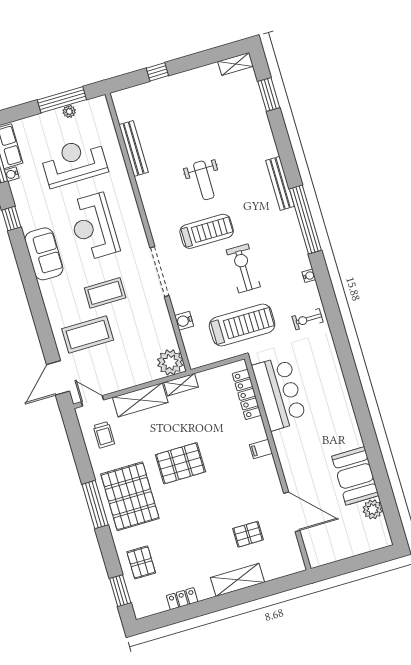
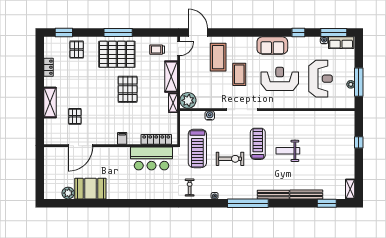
bench: (134, 148) -> (306, 194), moved
treadmill: (207, 231) -> (258, 144), turned 180
pallet: (141, 562) -> (77, 50), turned 90

